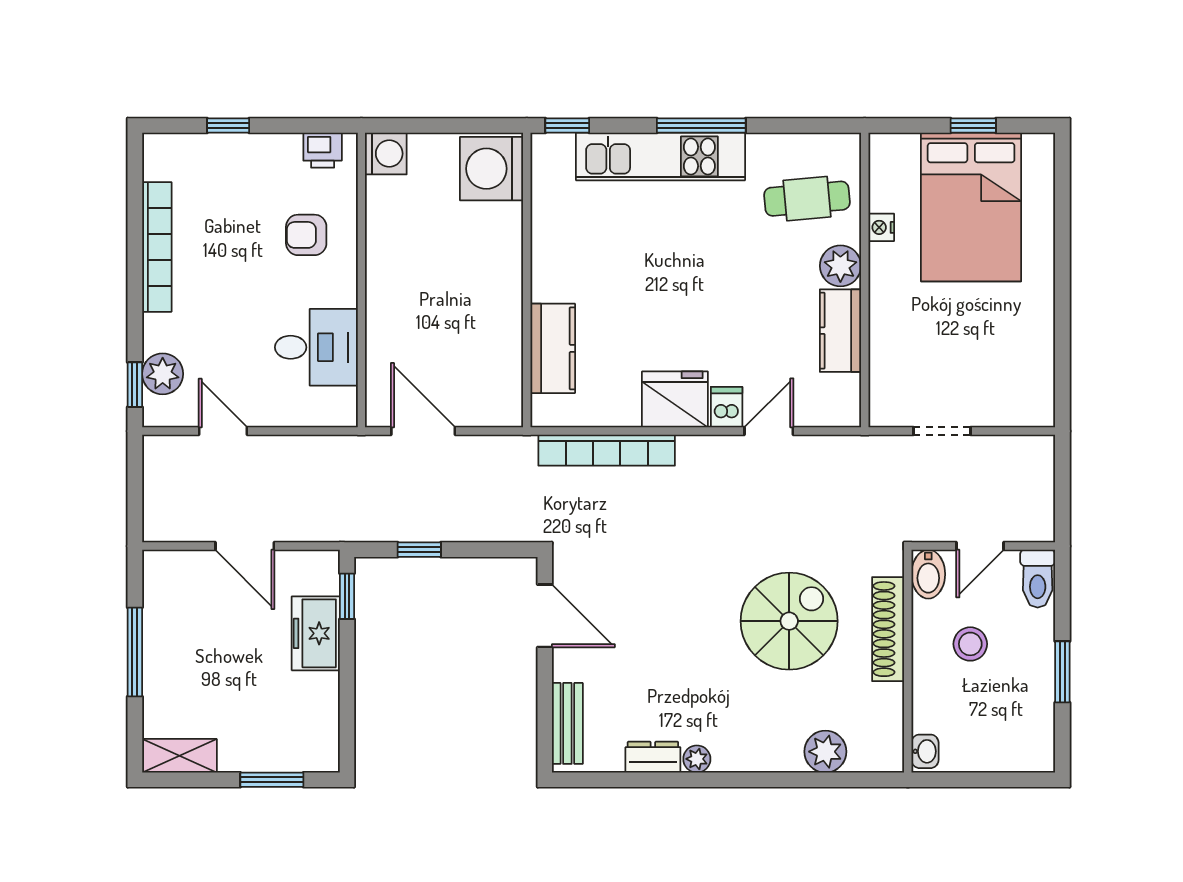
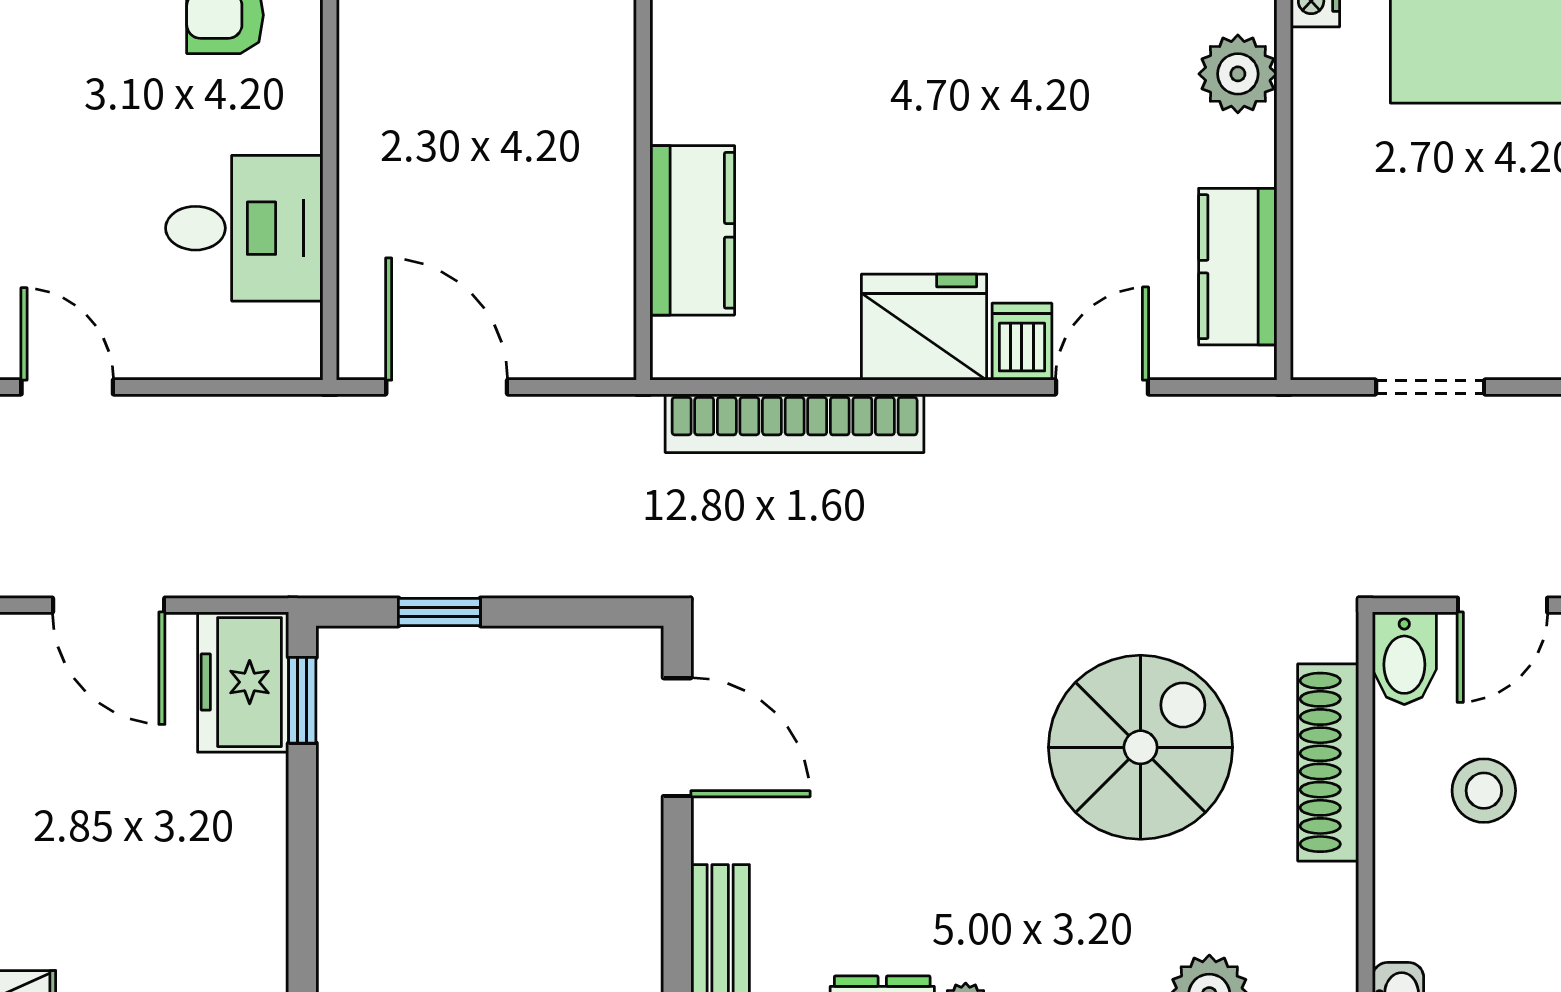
kitchen counter: (840, 331) -> (1238, 267), moved
freezer: (316, 633) -> (243, 682), moved

